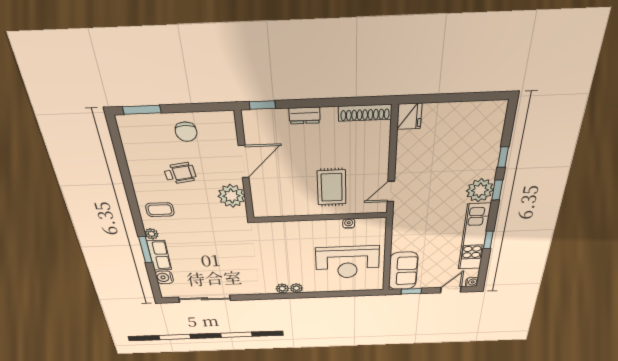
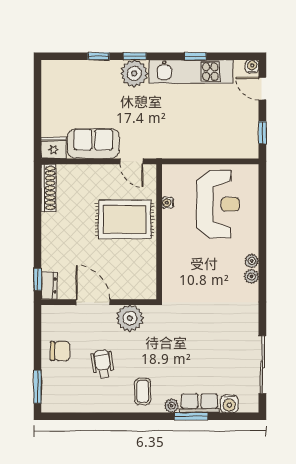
dresser: (305, 116) -> (49, 286), moved
rug: (332, 187) -> (125, 219), width x1.36, depth x1.43
sofa: (403, 271) -> (93, 144), moved

